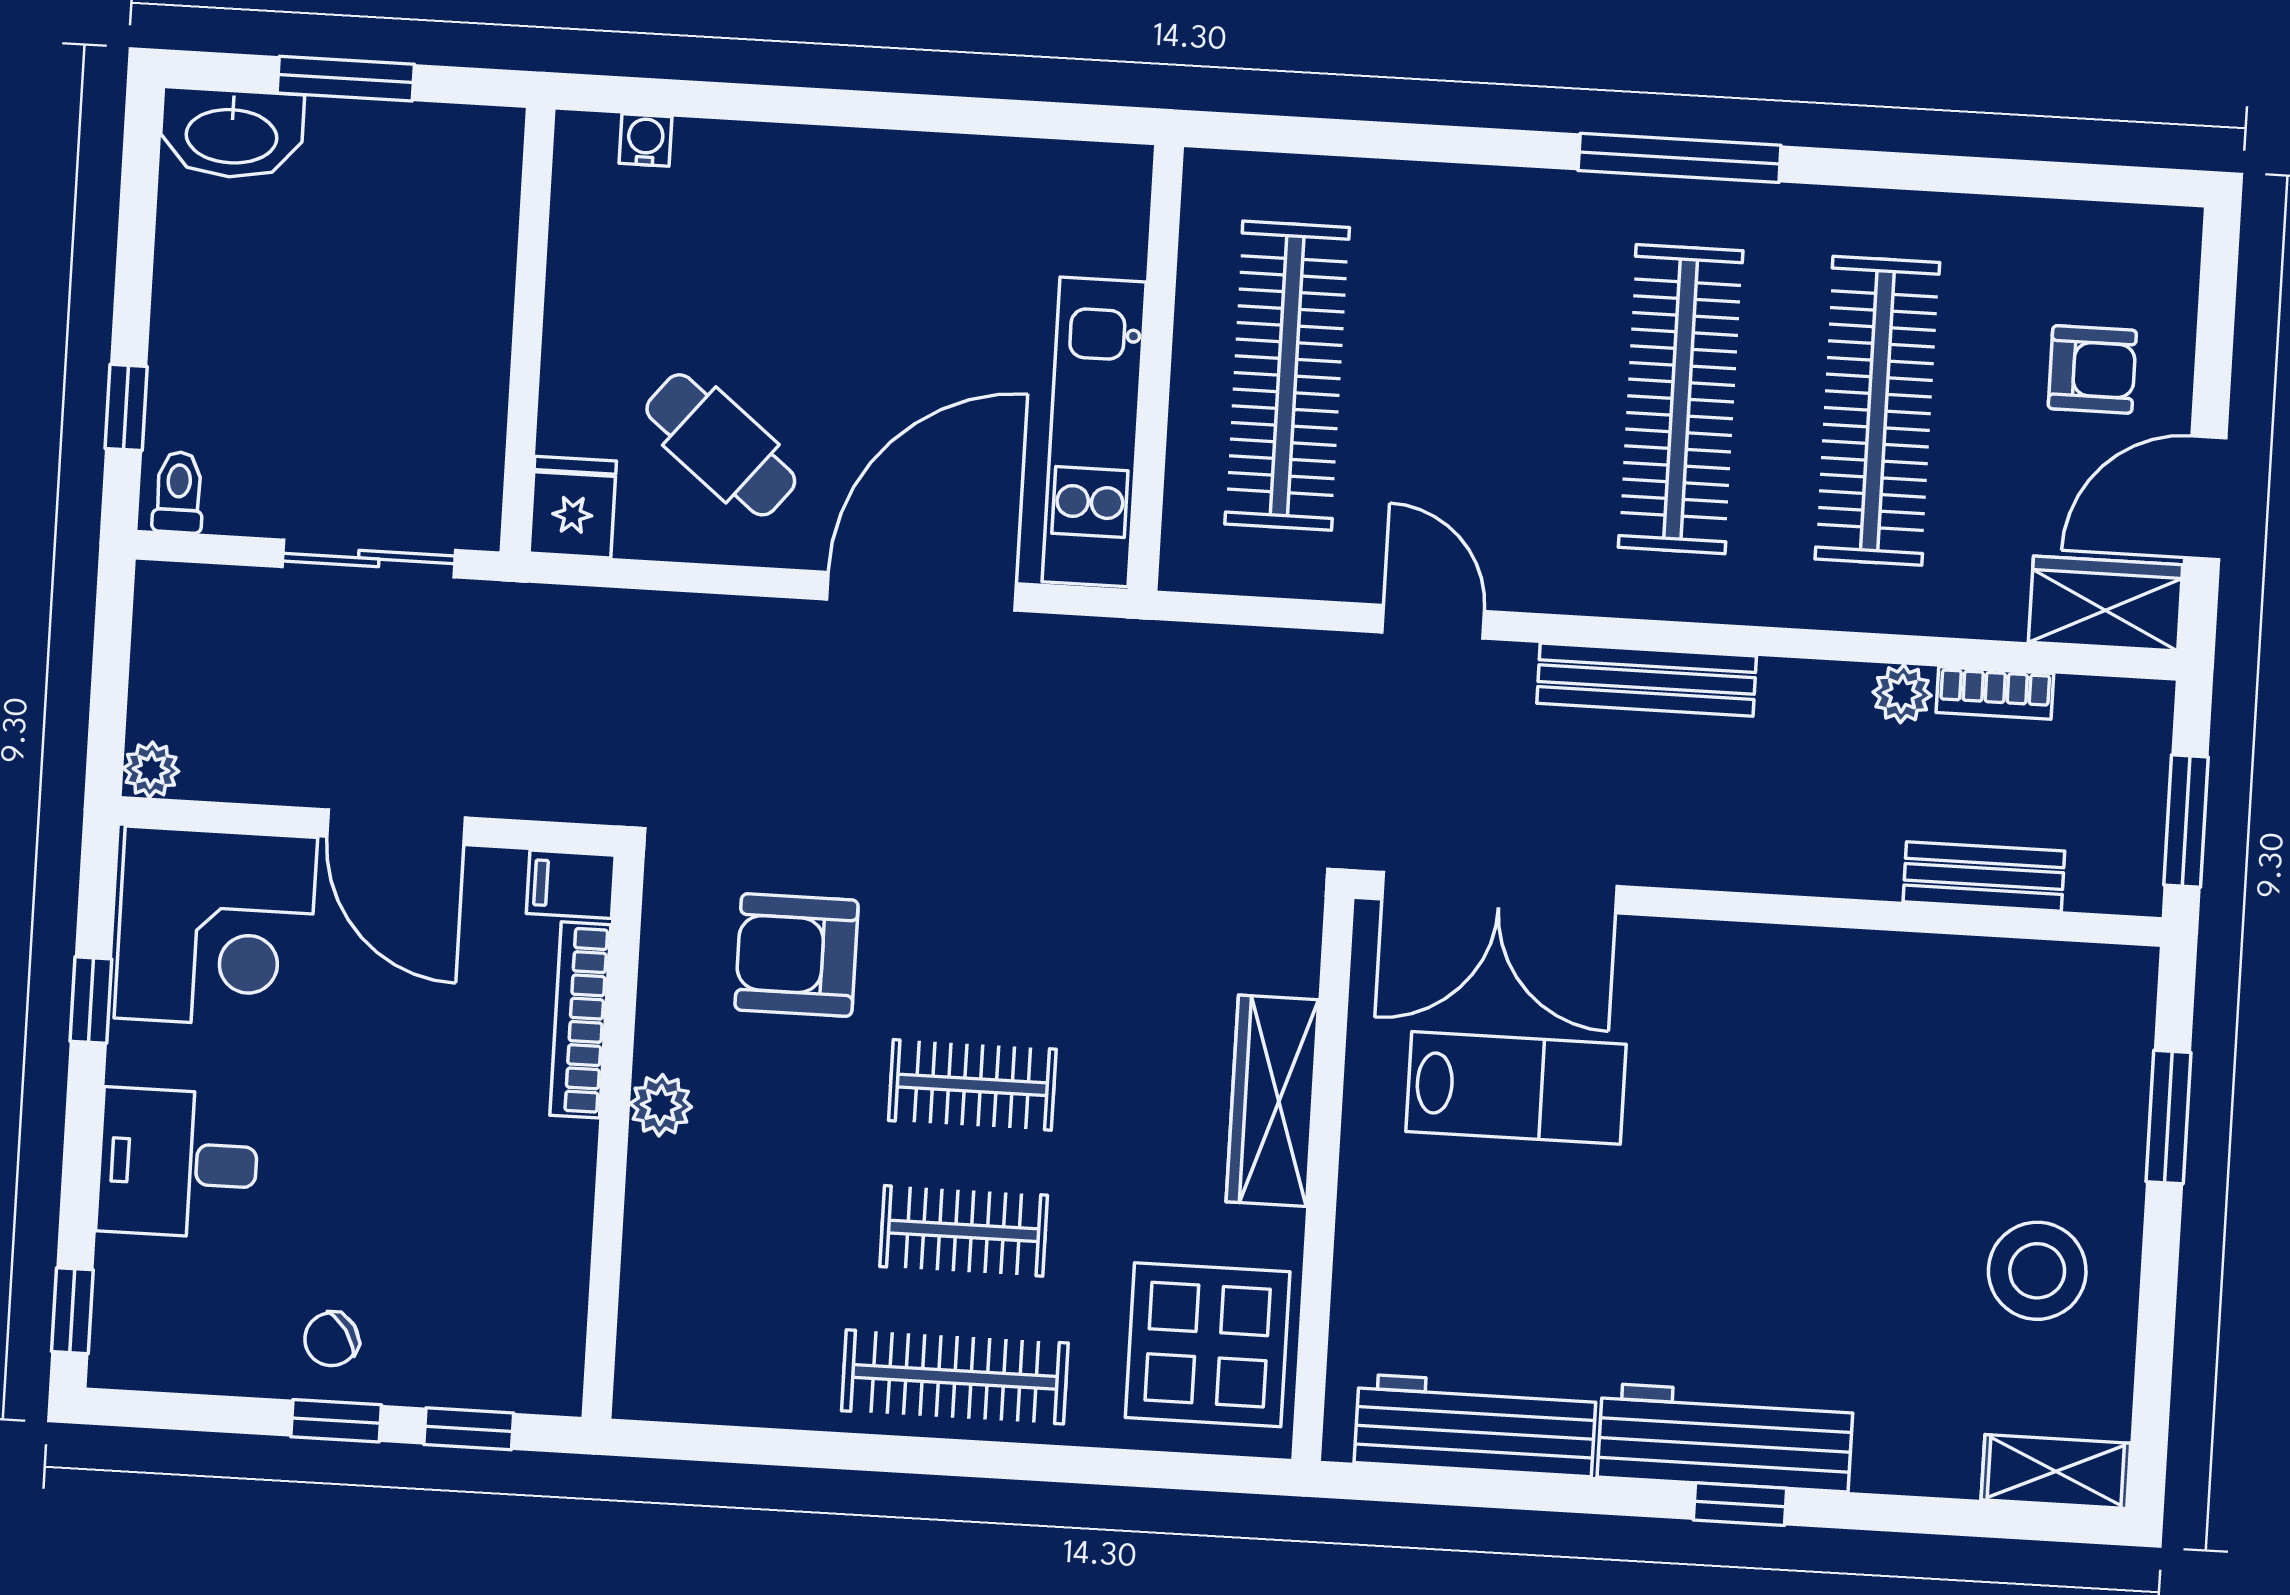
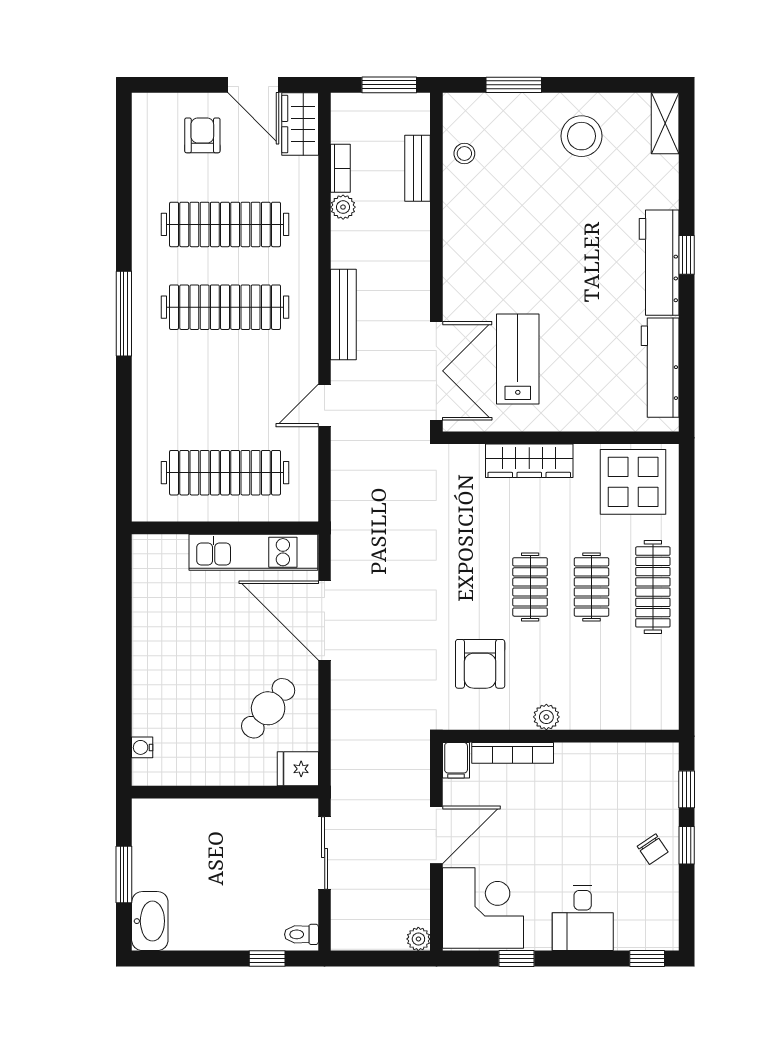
stool: (2012, 990) -> (464, 153), added

